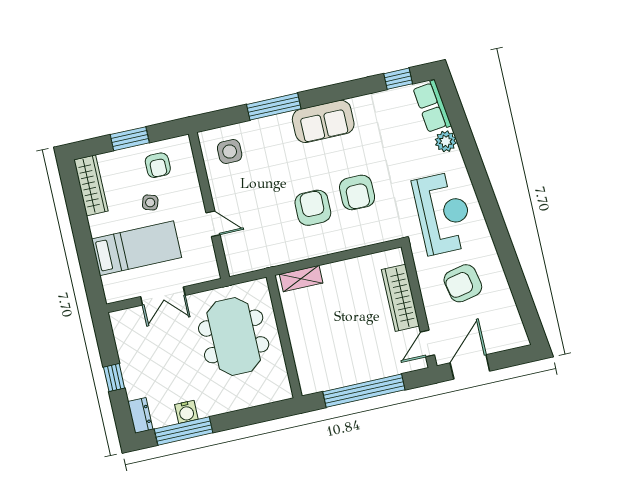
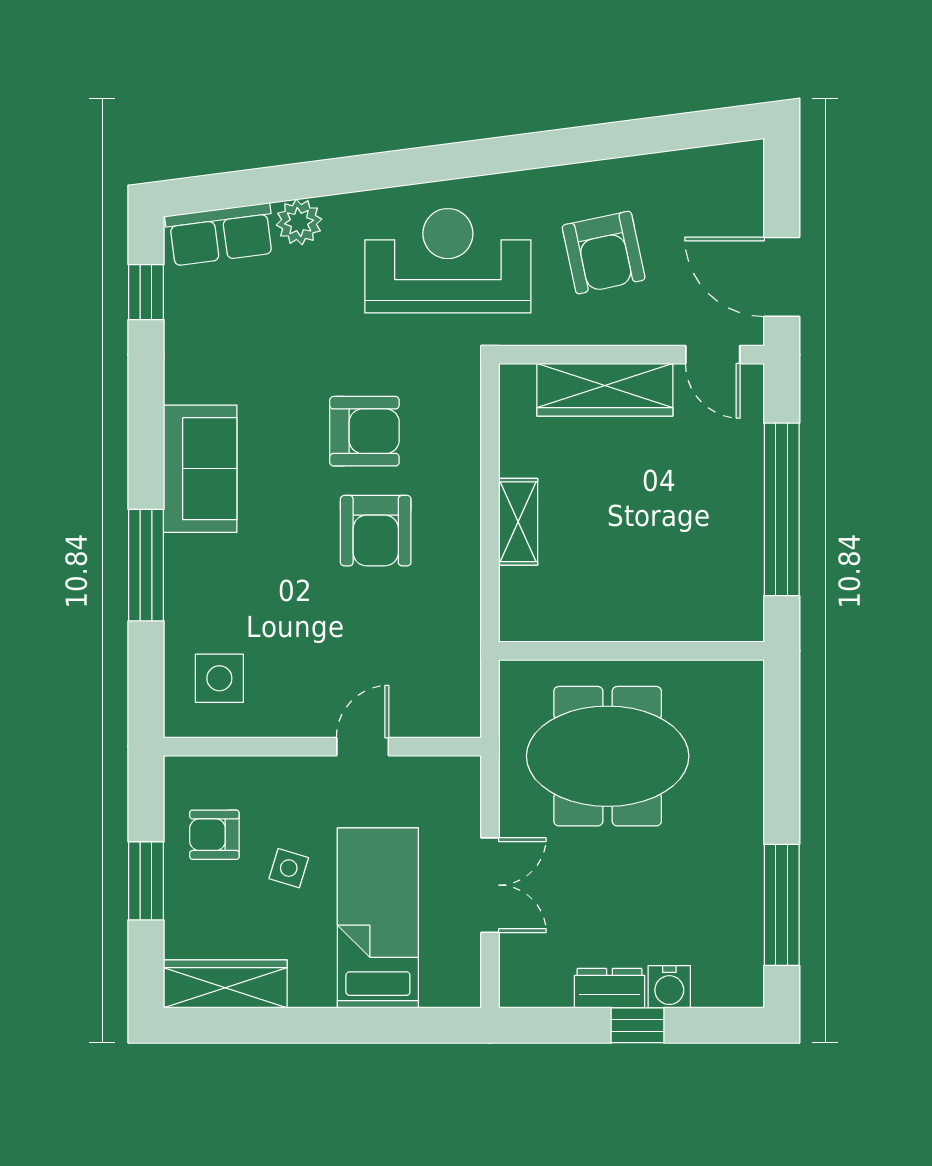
armchair: (158, 165) -> (214, 835), turned 180
armchair: (313, 208) -> (376, 531), turned -90
shelving: (301, 279) -> (518, 522), moved
water cooler: (186, 412) -> (669, 987), moved, turned 90
dresser: (140, 415) -> (609, 988), moved

